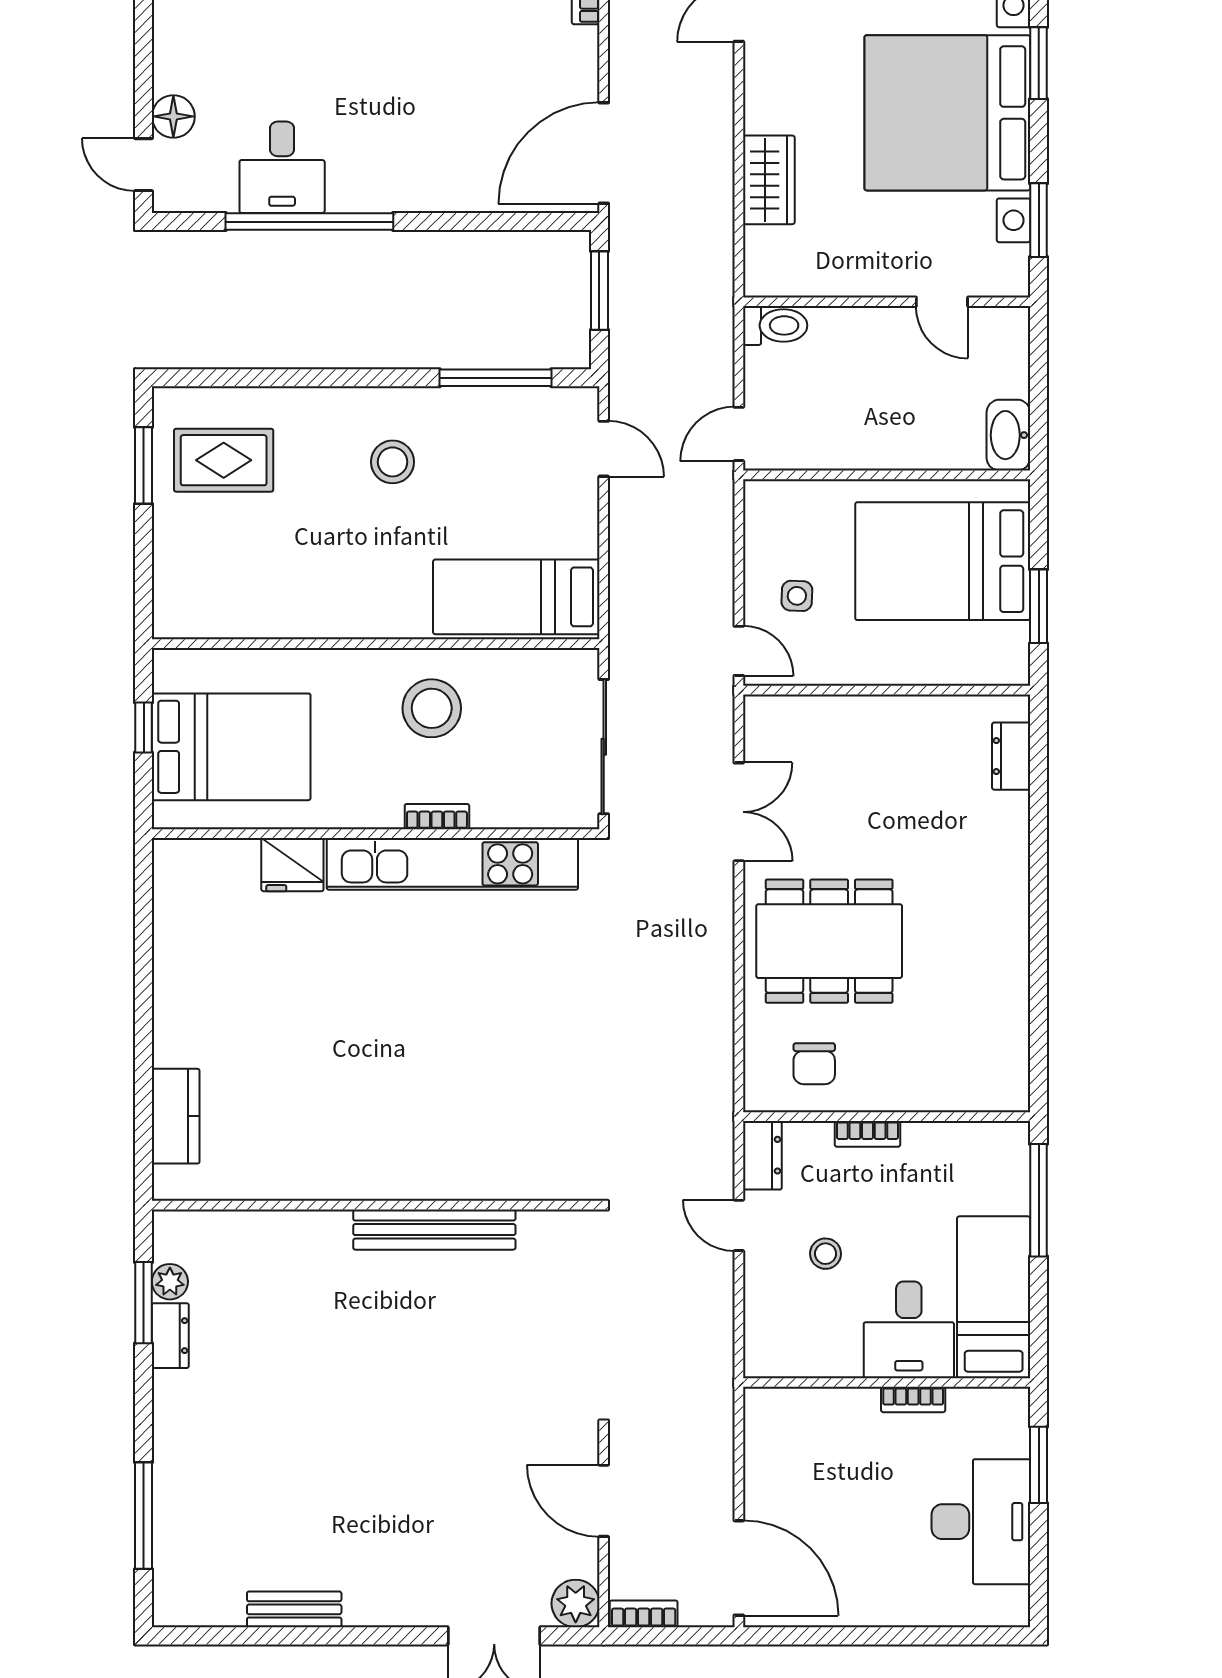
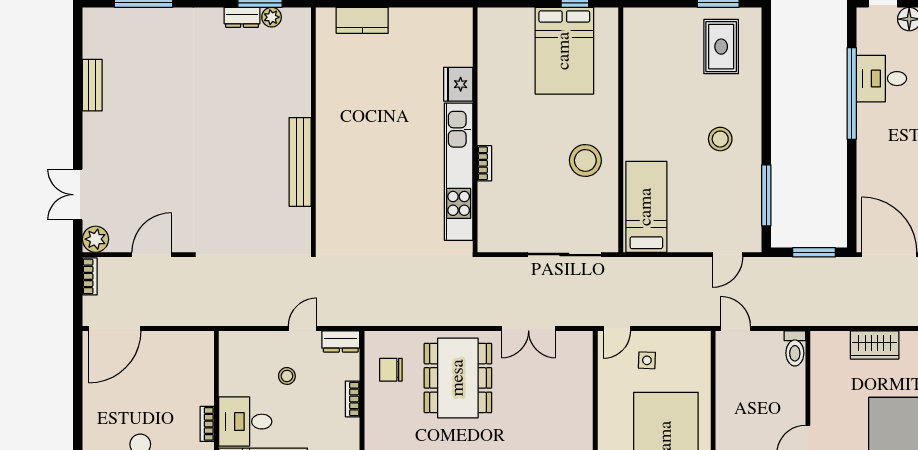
bookcase: (437, 817) -> (484, 163), moved
wall: (376, 834) -> (475, 130), moved
kitchen unit: (452, 864) -> (459, 172), moved
fridge: (292, 865) -> (458, 84), moved

